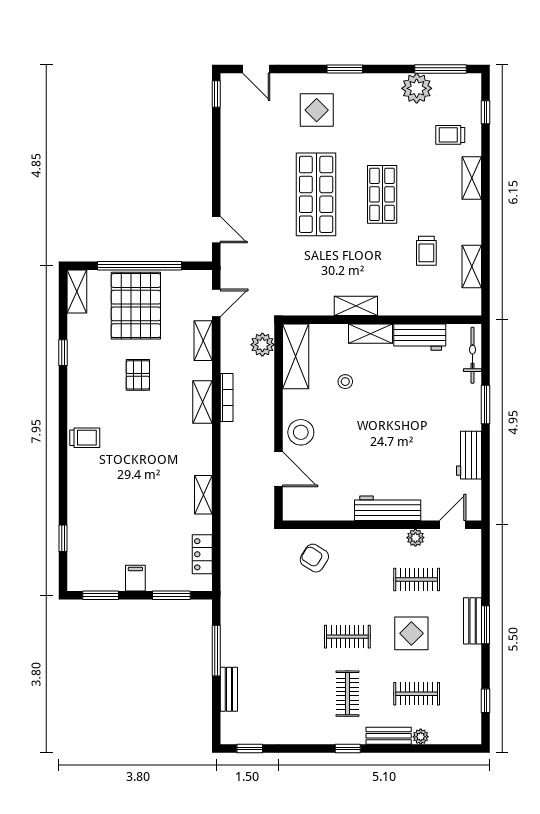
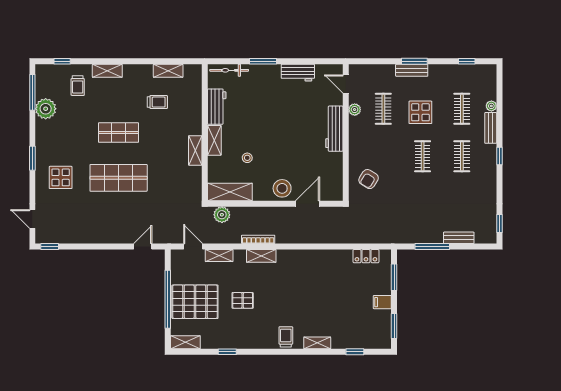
door: (256, 69) -> (32, 219), swing flipped
shelving: (203, 495) -> (317, 343), moved
clothes rail: (347, 694) -> (462, 156), turned 90

